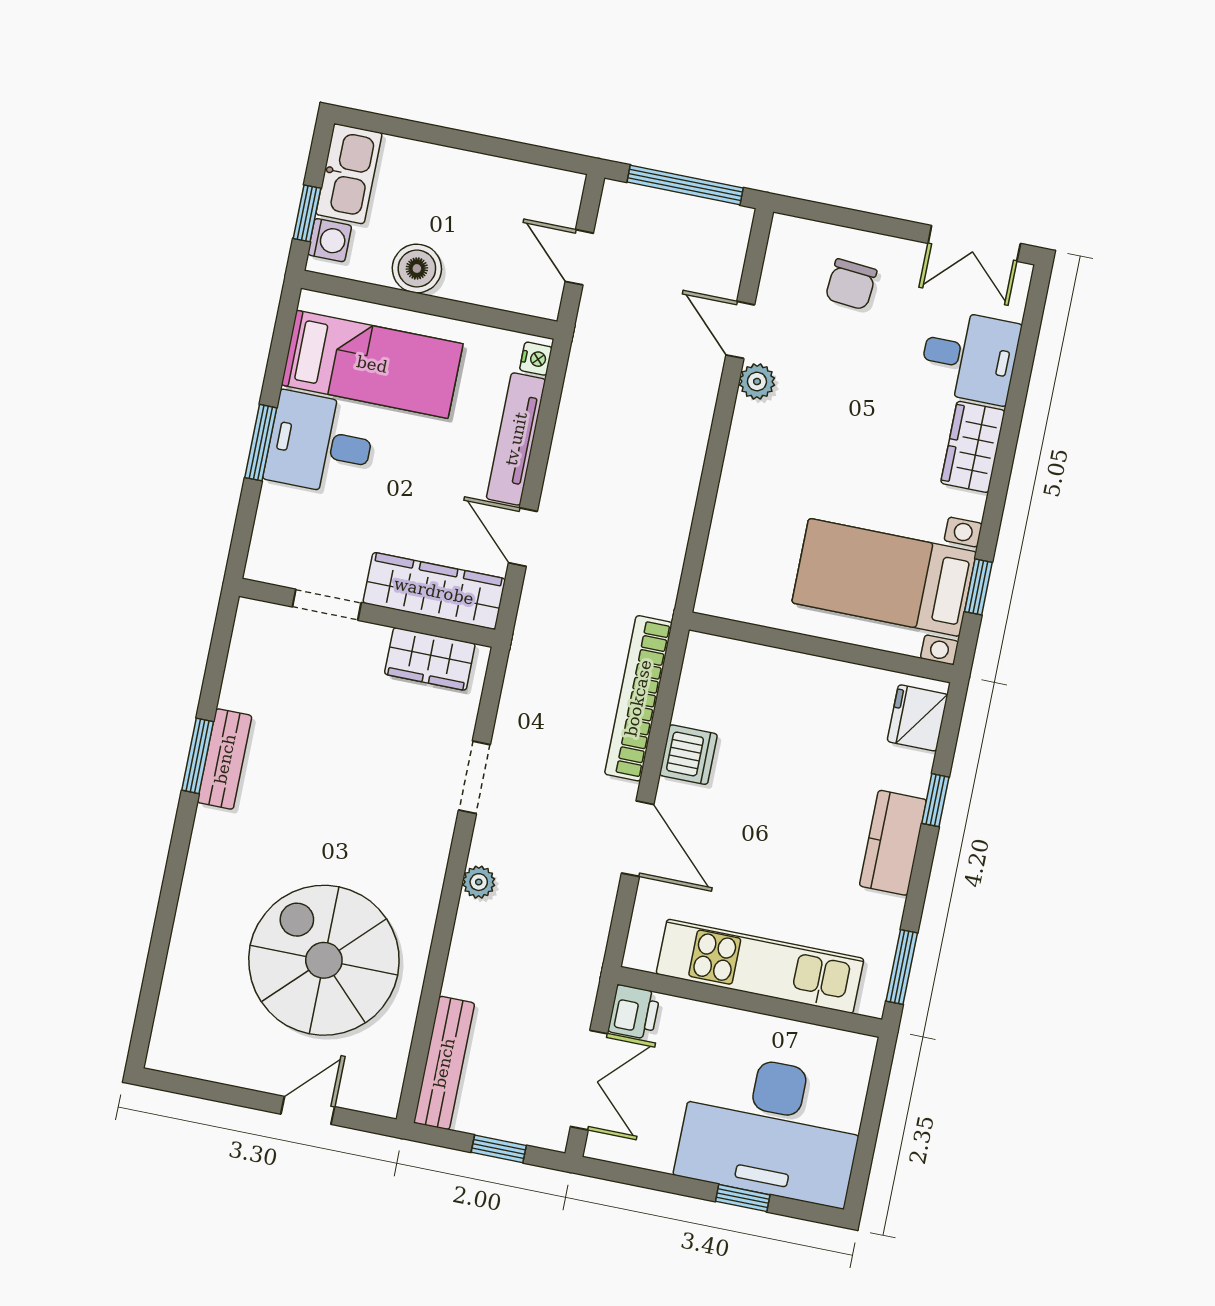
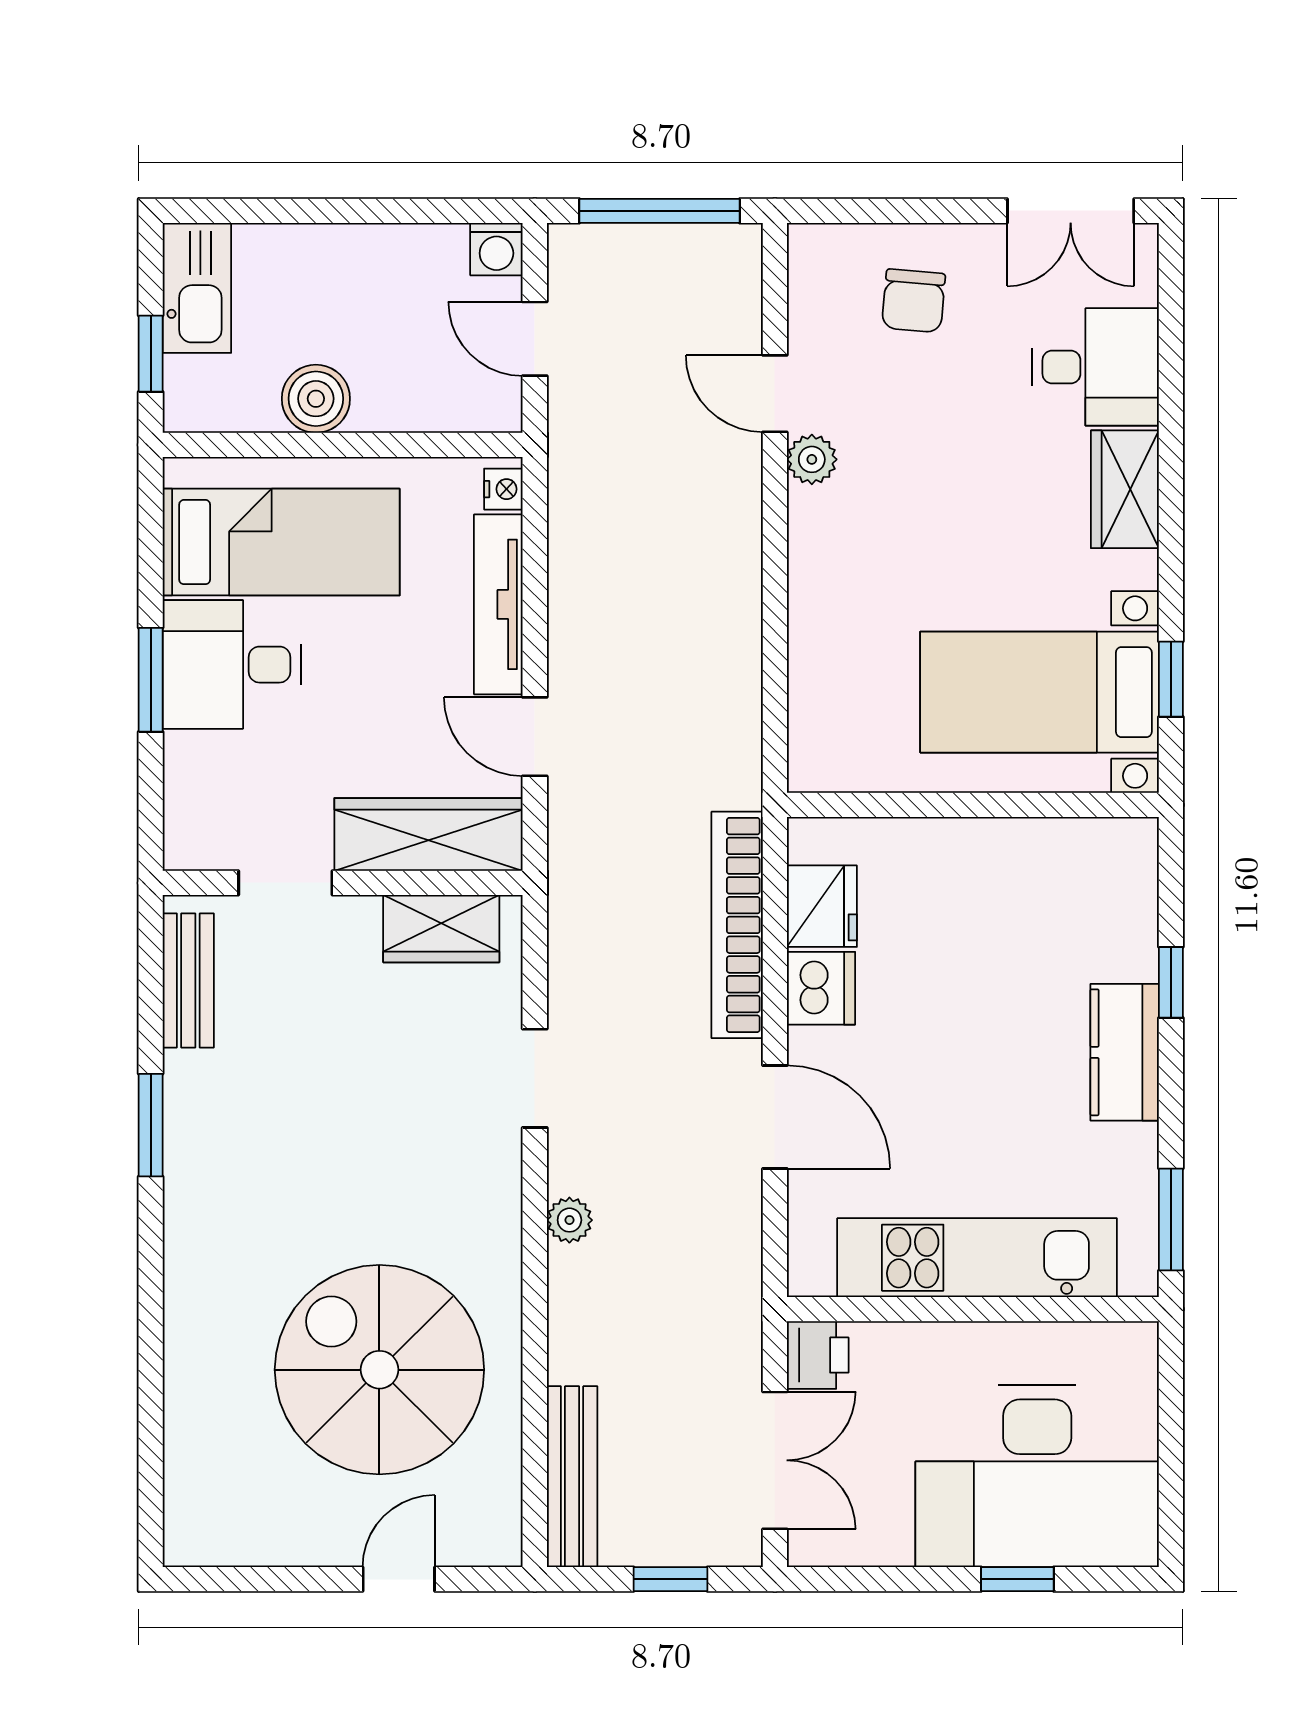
washing machine: (330, 240) -> (496, 249), moved, turned 90
fridge: (918, 718) -> (822, 906), moved, turned 180
bench: (225, 759) -> (188, 980), moved

